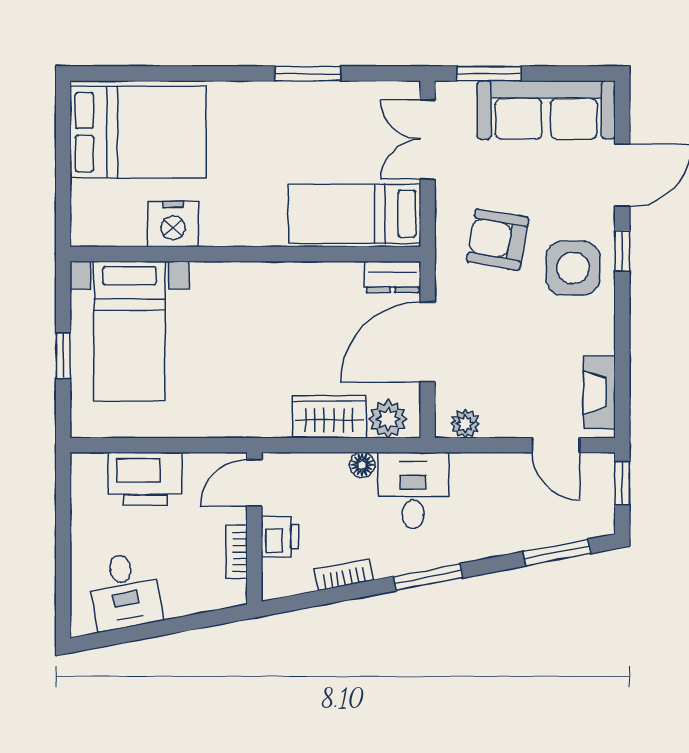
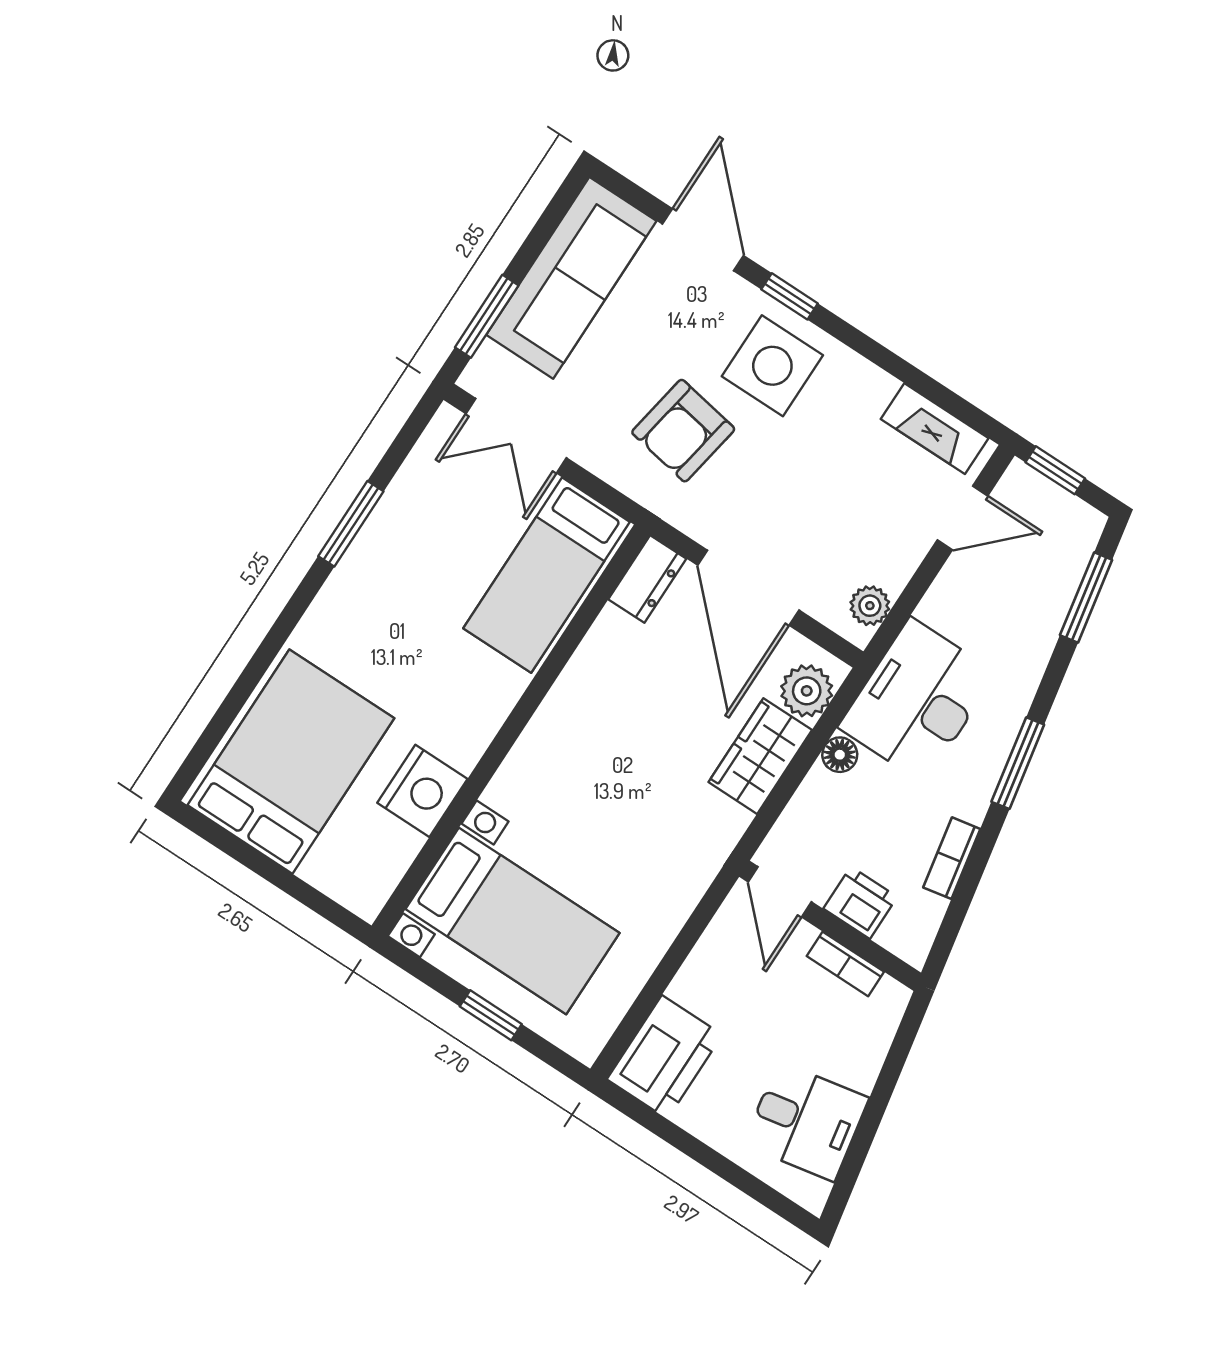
printer: (145, 479) -> (665, 1057), moved
desk: (413, 491) -> (917, 700), width x1.37

